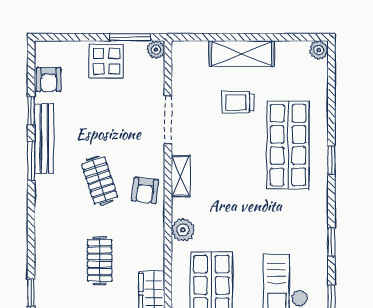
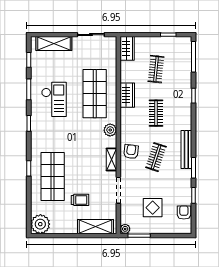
plant: (319, 50) -> (40, 224), width x1.87, depth x1.87
shelving: (242, 54) -> (96, 227), moved
display table: (106, 61) -> (153, 208), moved
bench: (44, 139) -> (186, 149), moved
clothes rail: (100, 180) -> (156, 157), turned 36

